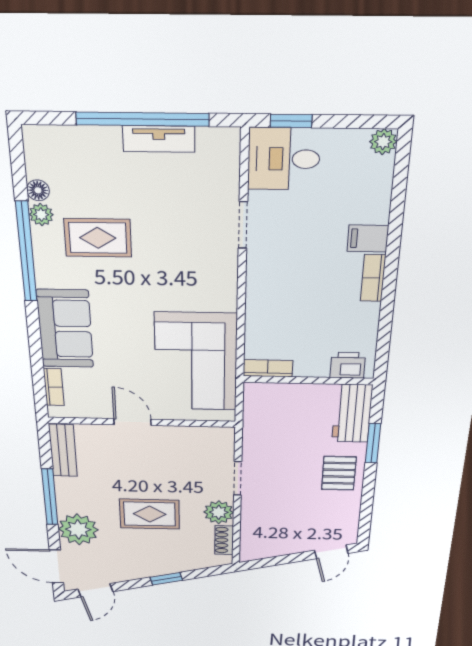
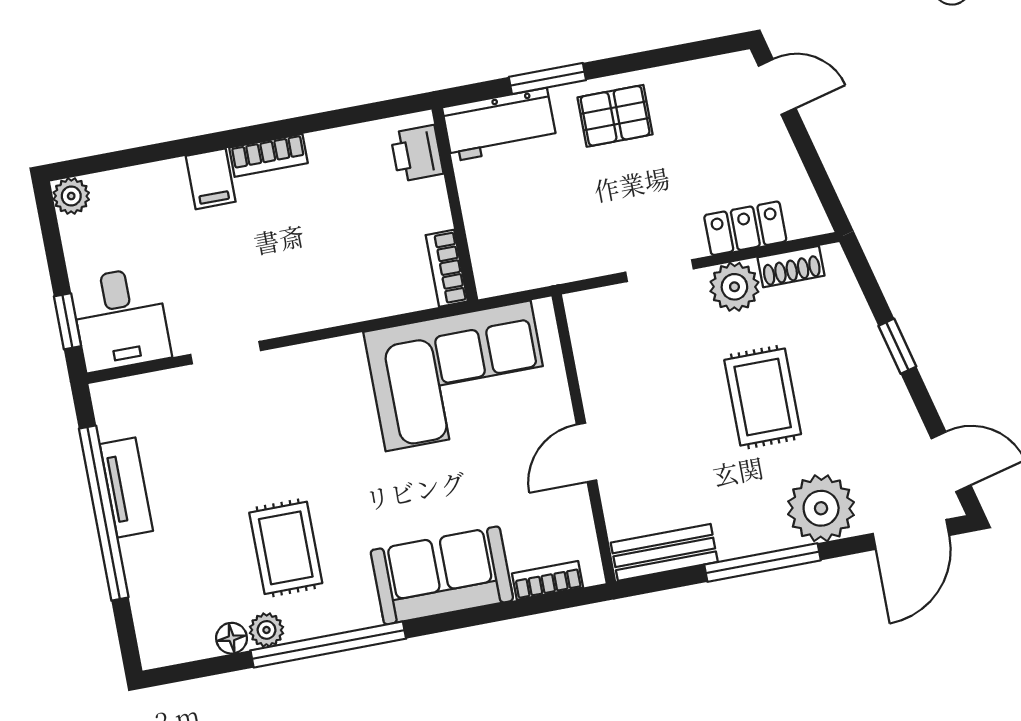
locker: (252, 523) -> (745, 228), added

